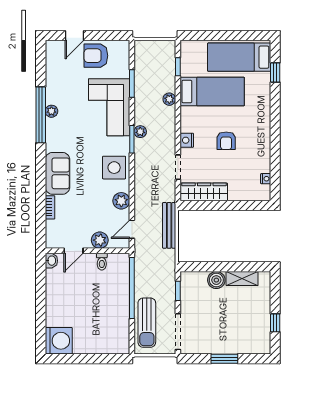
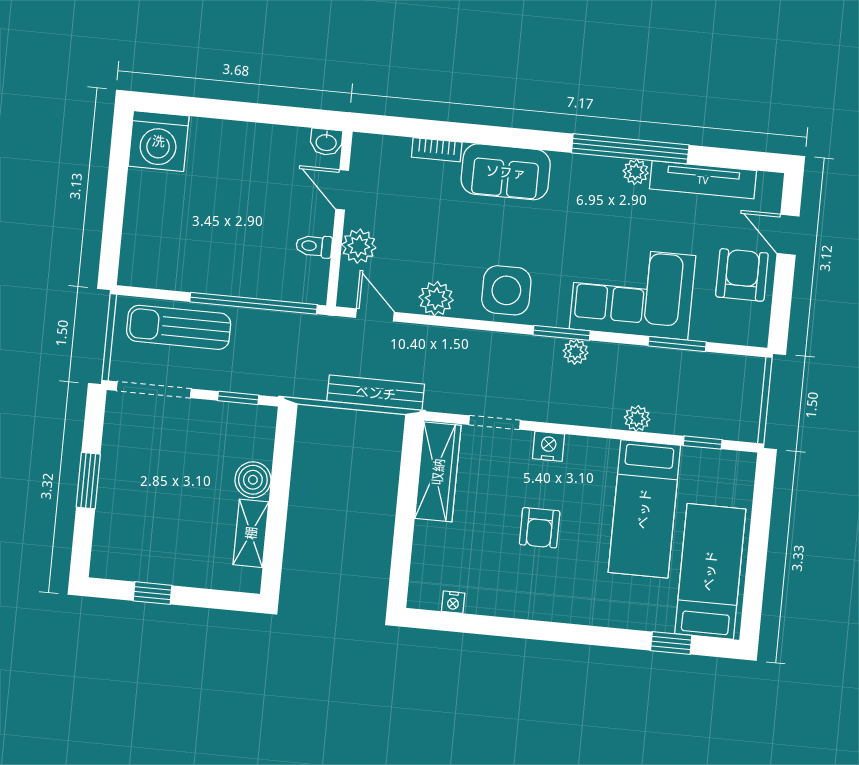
tv unit: (52, 79) -> (703, 180), added
armchair: (226, 141) -> (540, 528), turned -90

